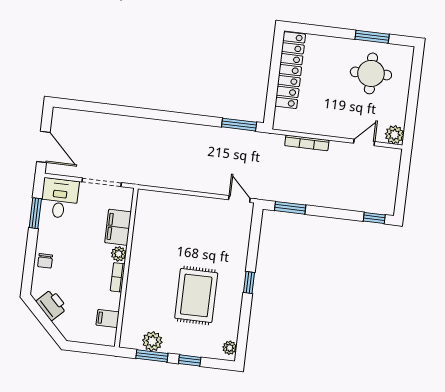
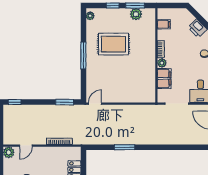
window: (239, 125) -> (125, 147), moved
door: (239, 199) -> (95, 104), swing flipped
window: (249, 282) -> (83, 55), width x2.17
rug: (196, 295) -> (113, 44), turned 90

